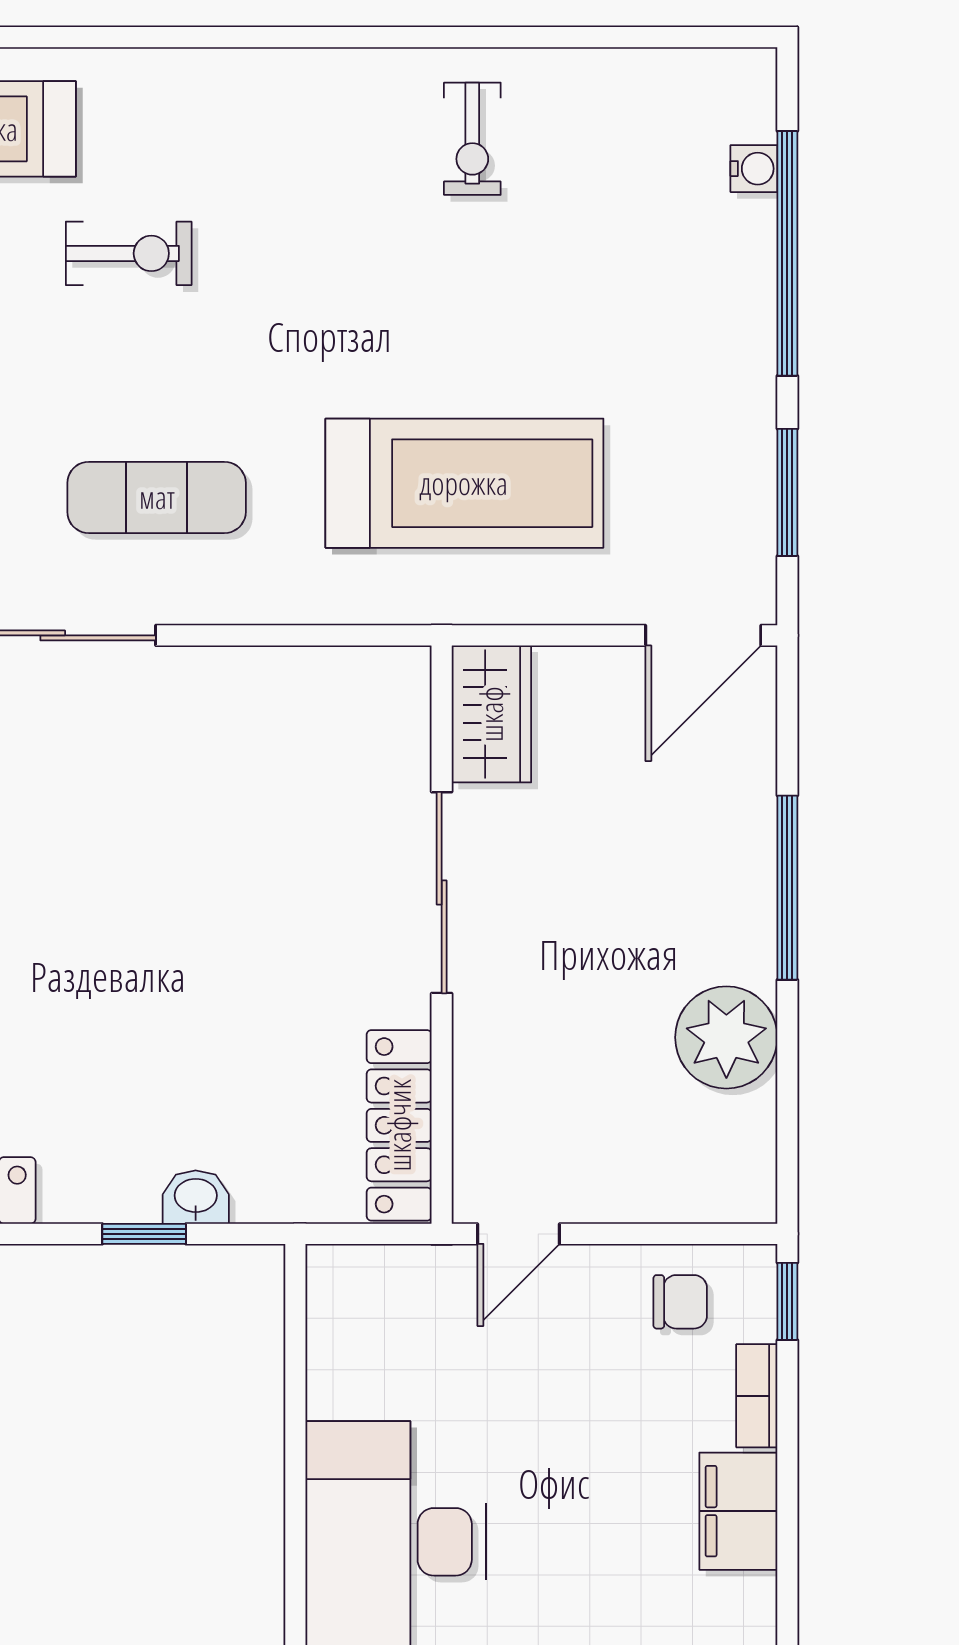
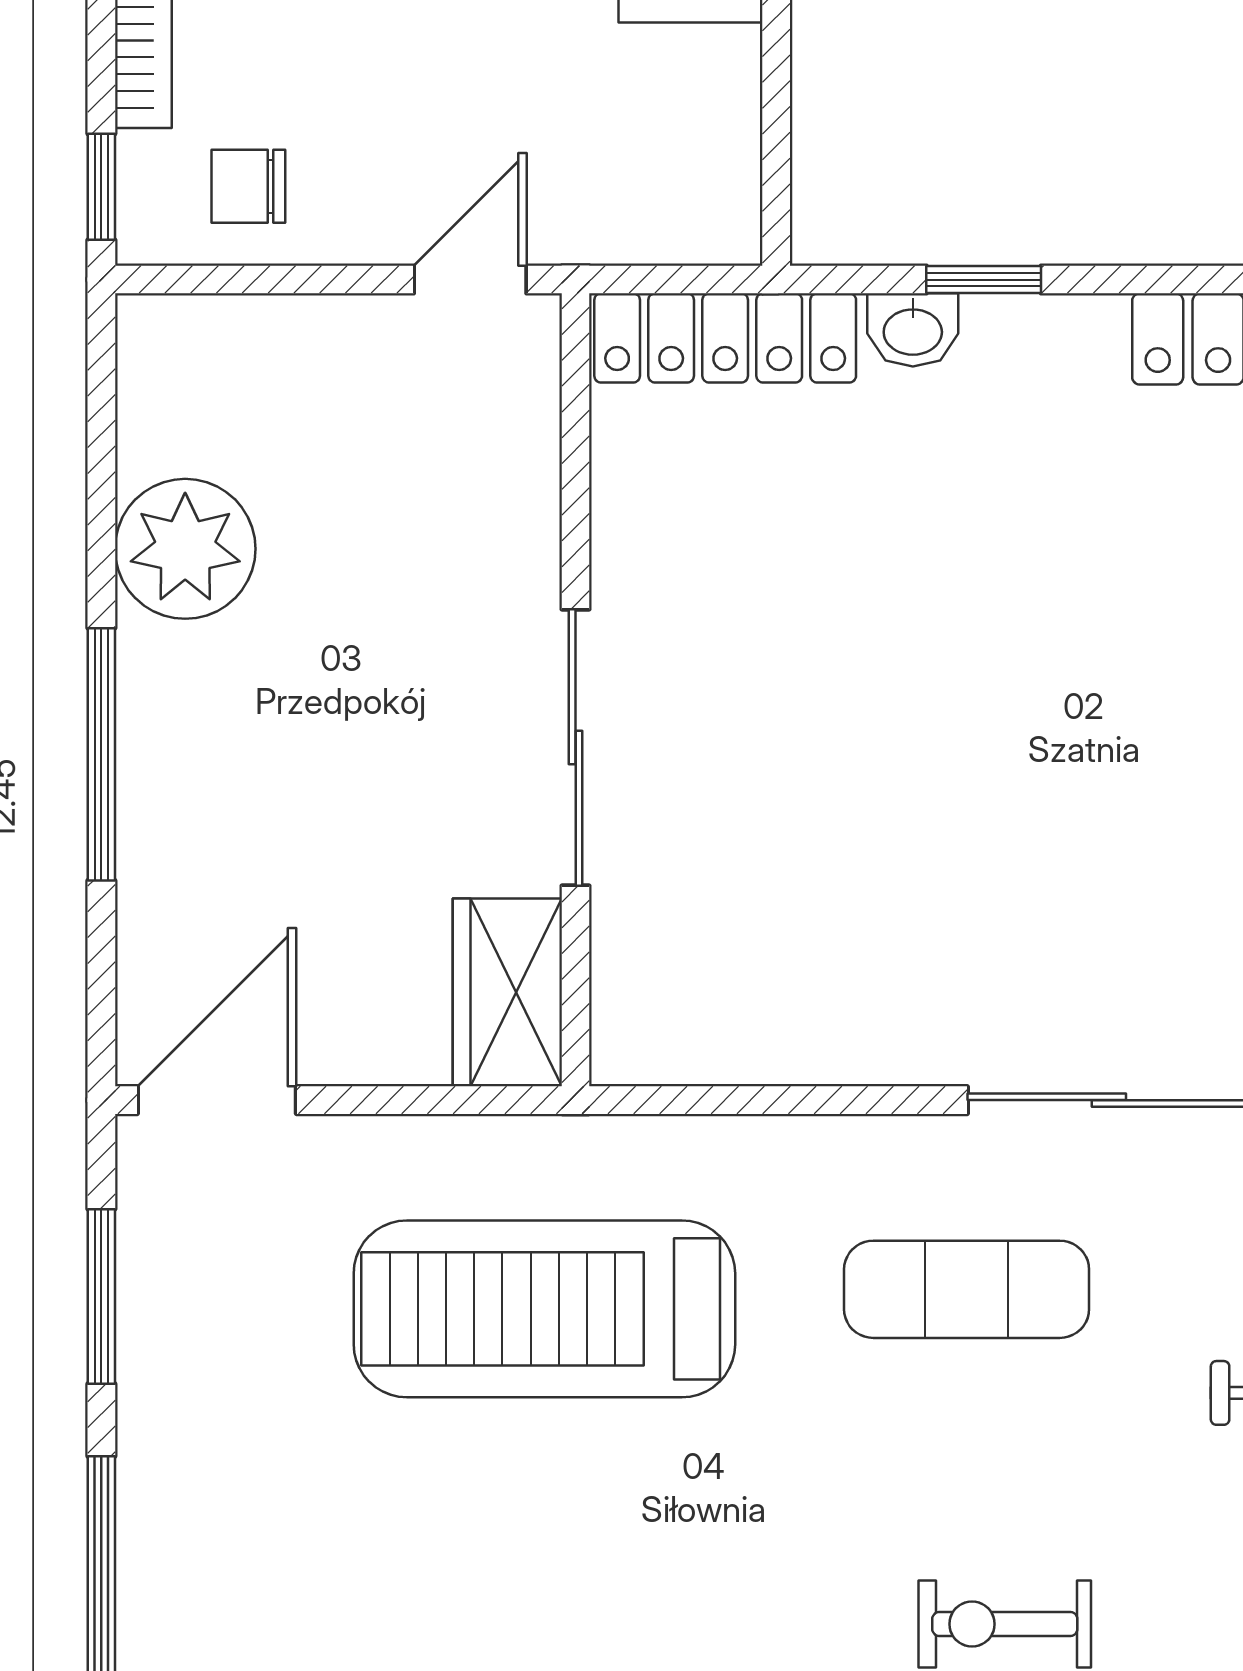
locker: (399, 1125) -> (725, 338), moved, turned 90

